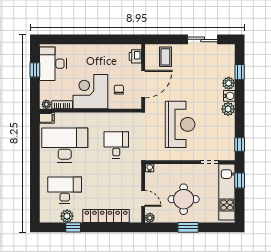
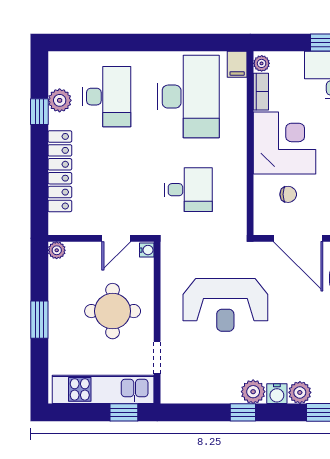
window: (240, 144) -> (243, 412), moved
door: (143, 198) -> (116, 238), moved
round table: (184, 199) -> (113, 311), moved

